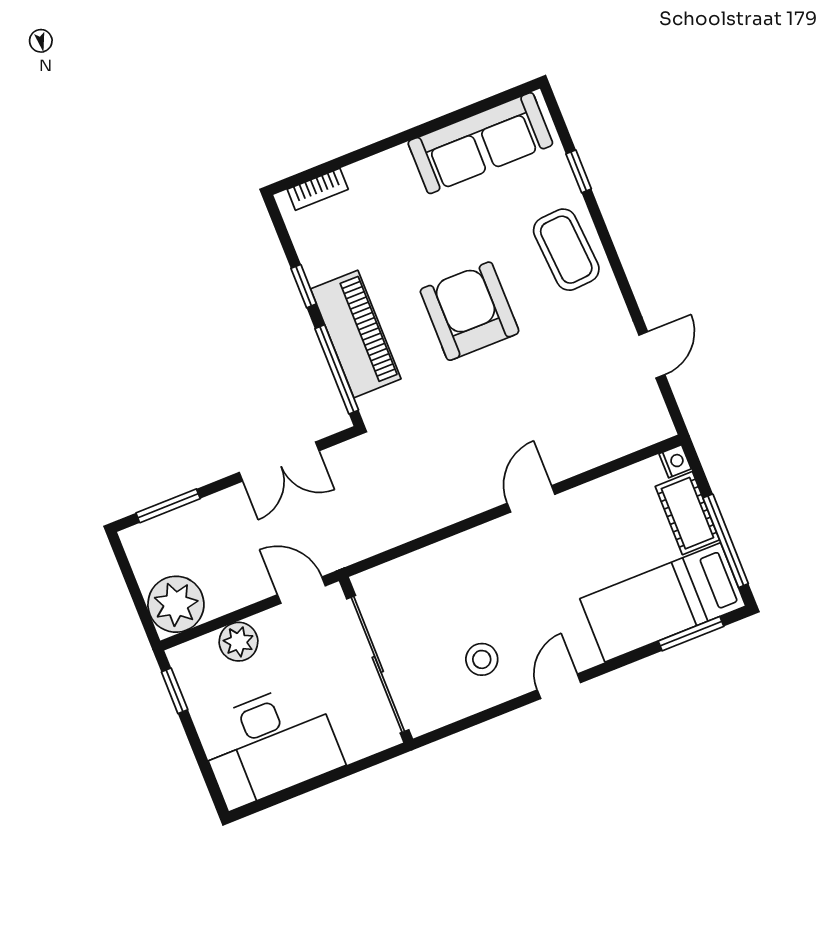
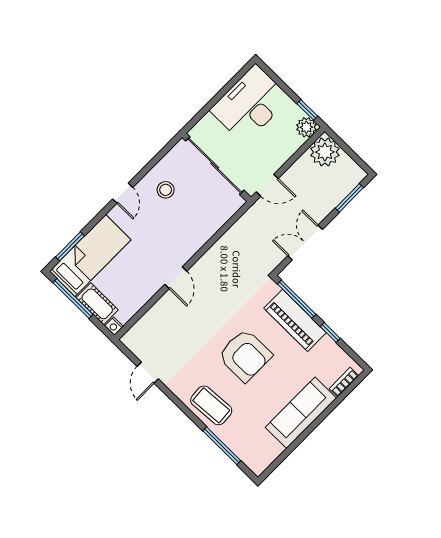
sofa: (480, 143) -> (301, 413), moved
window: (579, 171) -> (222, 446), width x2.17
plant: (239, 642) -> (306, 127), moved

